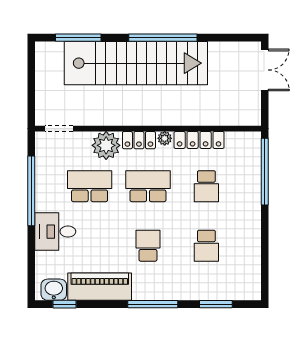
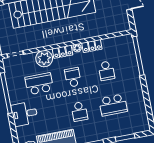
locker: (199, 140) -> (92, 46), width x0.66
school desk: (148, 186) -> (73, 77), width x0.54
school desk: (148, 246) -> (79, 112), turned 180
school desk: (206, 246) -> (113, 105), width x1.85

